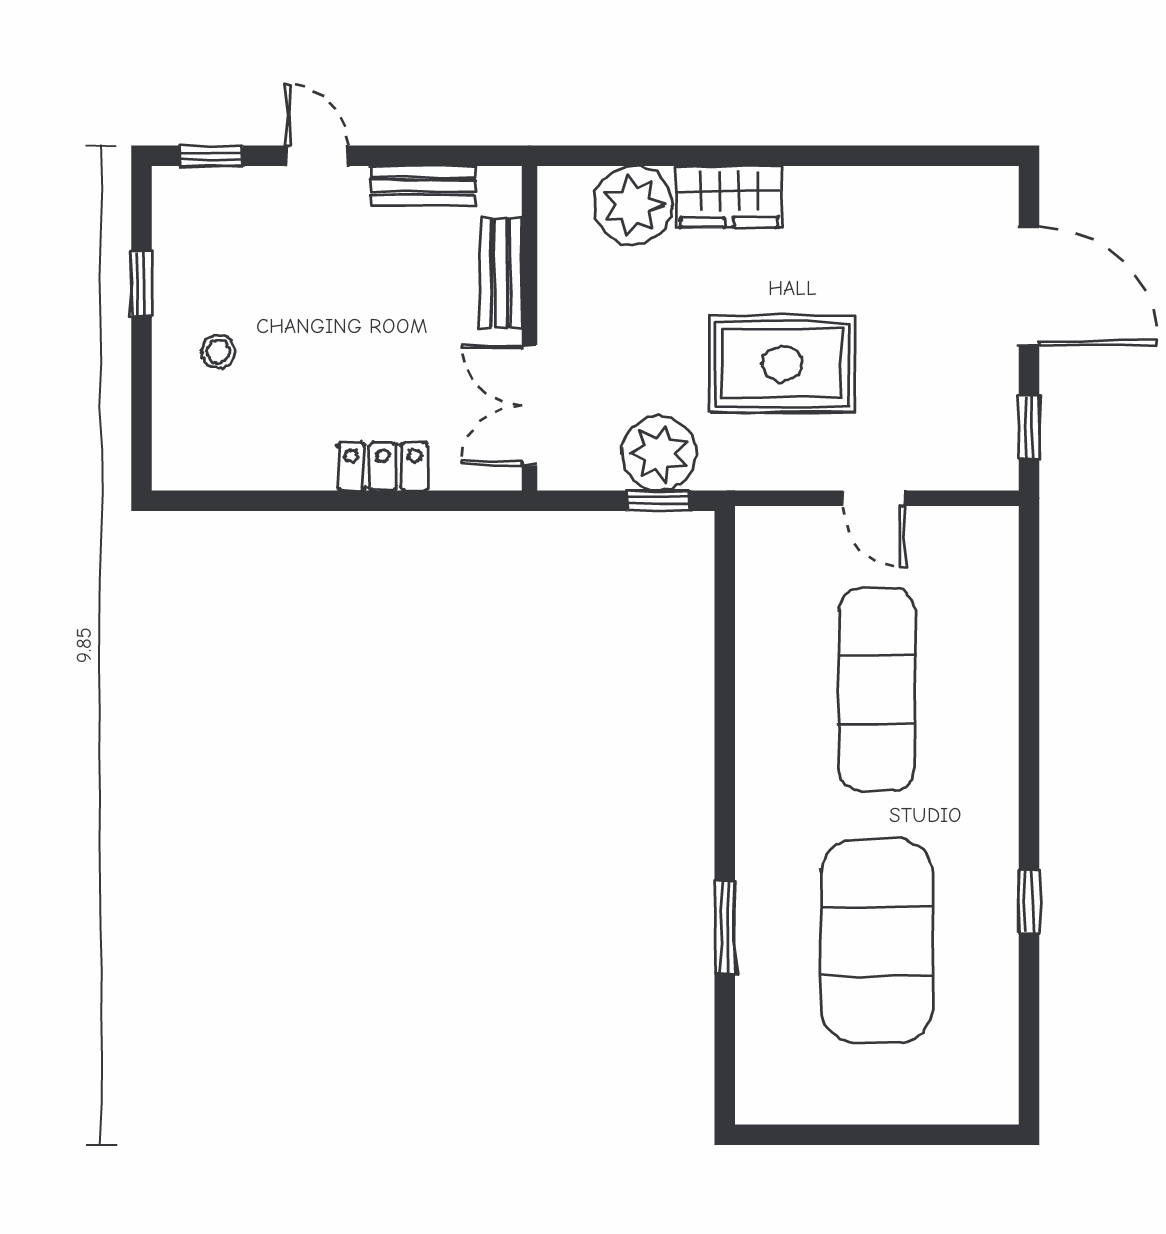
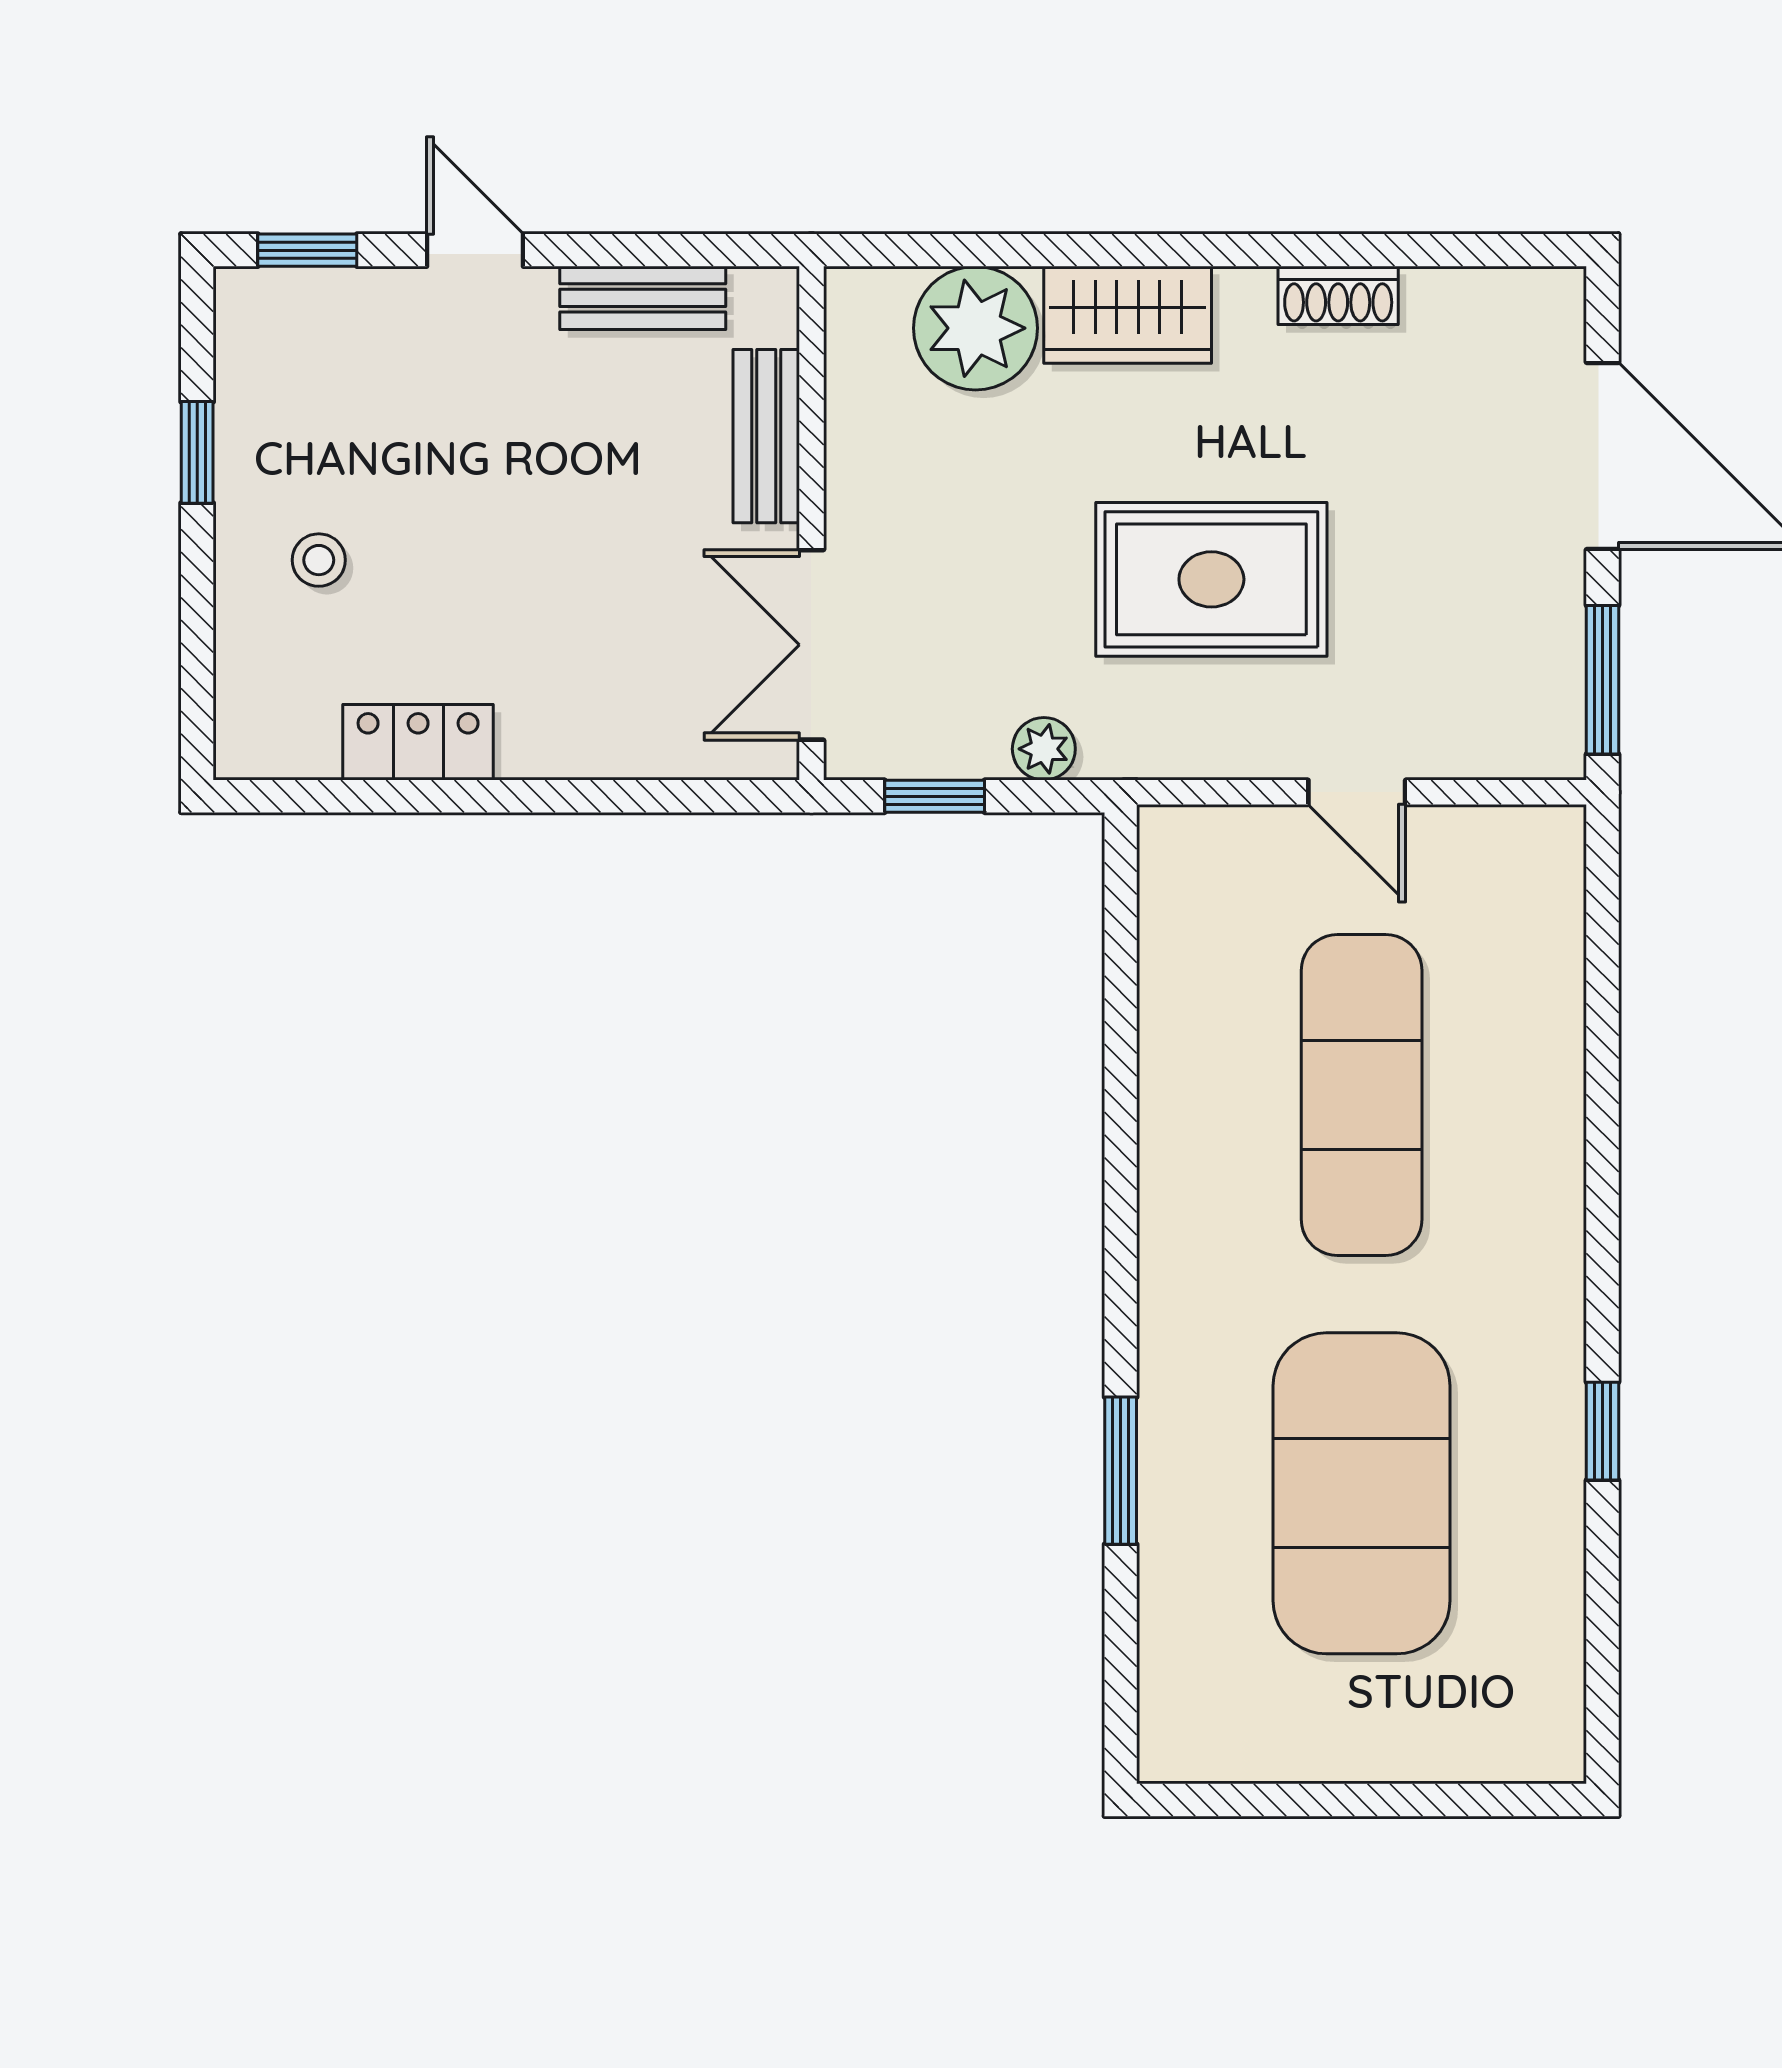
shoe rack: (862, 184) -> (1338, 295), added
window: (1029, 427) -> (1602, 680), width x1.50
plant: (659, 453) -> (1044, 749), width x0.53, depth x0.53
locker: (383, 467) -> (418, 742), moved
window: (659, 501) -> (935, 796), moved

